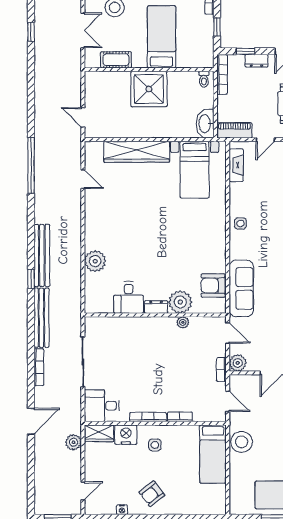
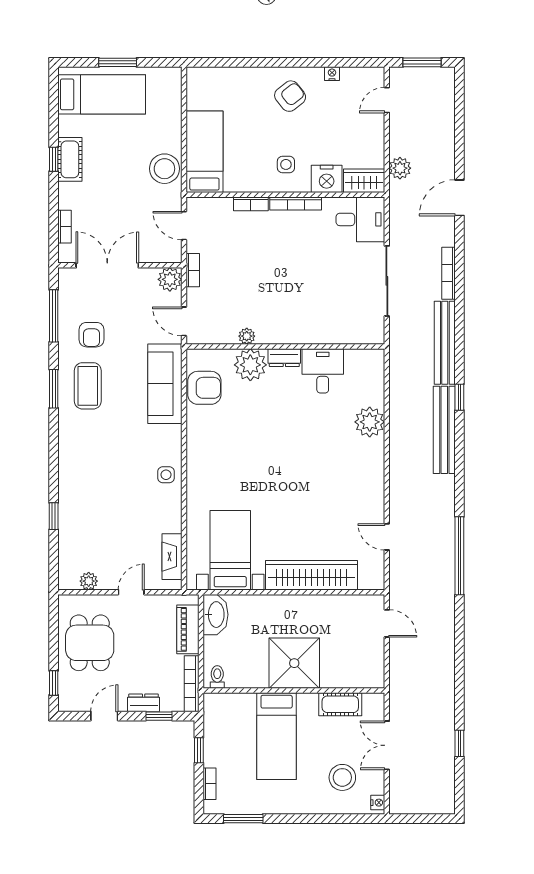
piano: (234, 130) -> (188, 629), moved, turned 90

